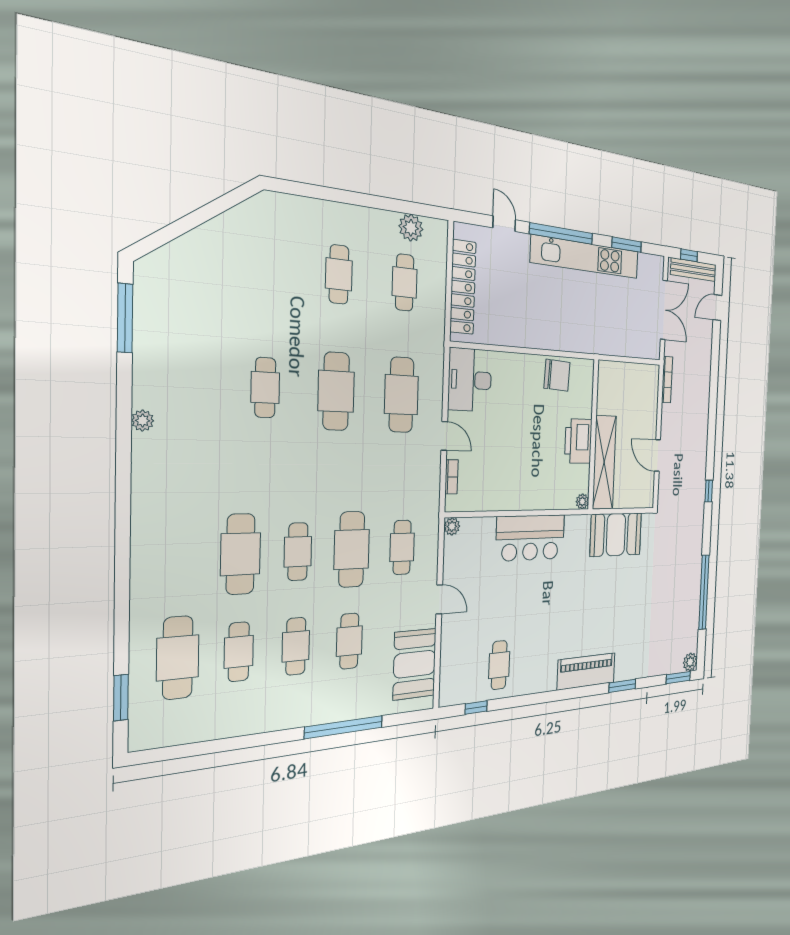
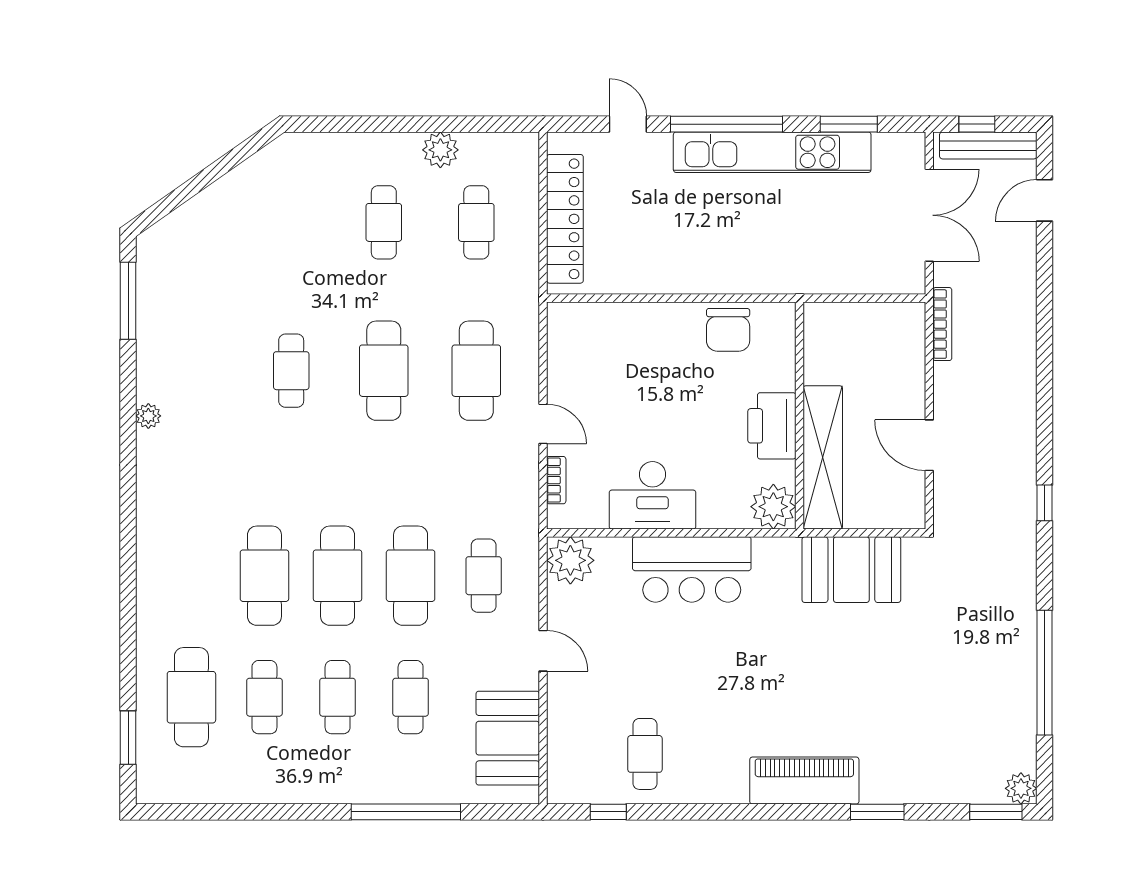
plant: (411, 228) -> (440, 150), moved
chair: (557, 375) -> (728, 330), turned 87
desk: (470, 380) -> (652, 495), moved, turned -90
plant: (582, 502) -> (773, 507), width x1.87, depth x1.87
plant: (452, 526) -> (570, 560), width x1.88, depth x1.88
cafe table: (298, 552) -> (338, 576), width x1.37, depth x1.35

